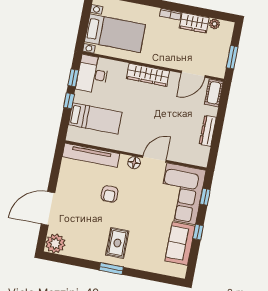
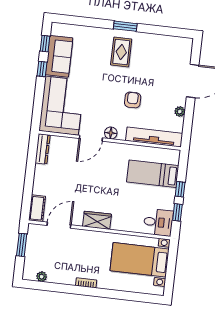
wardrobe: (194, 23) -> (62, 276), removed
desk: (92, 74) -> (158, 222), width x0.73
wardrobe: (148, 75) -> (97, 220), width x0.67
dresser: (208, 131) -> (43, 149), moved
window: (205, 197) -> (45, 44), moved
plant: (55, 244) -> (180, 112), moved, width x0.53, depth x0.53

